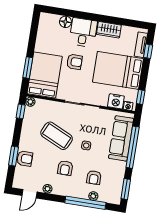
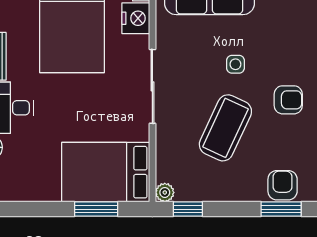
armchair: (74, 62) -> (69, 116), removed
armchair: (94, 178) -> (298, 38), removed

